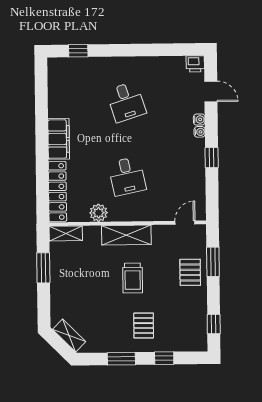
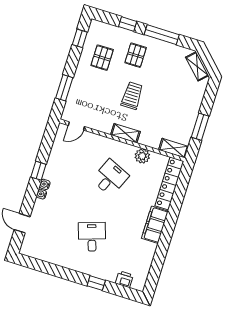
window: (78, 51) -> (96, 283), moved
printer: (195, 64) -> (124, 279), moved
water cooler: (199, 120) -> (45, 184), moved
desk: (127, 176) -> (110, 178), turned 36
shelving: (126, 235) -> (125, 133), width x0.67, depth x0.75
pallet: (190, 272) -> (102, 58), moved
window: (121, 359) -> (162, 35), width x1.44

